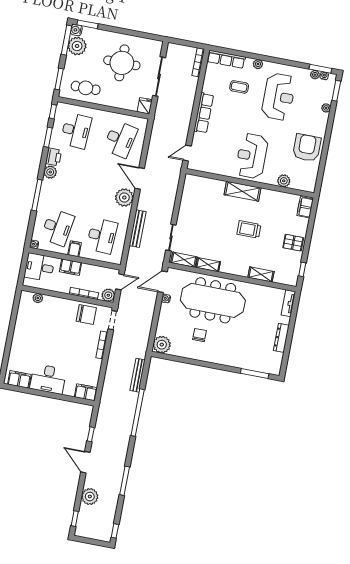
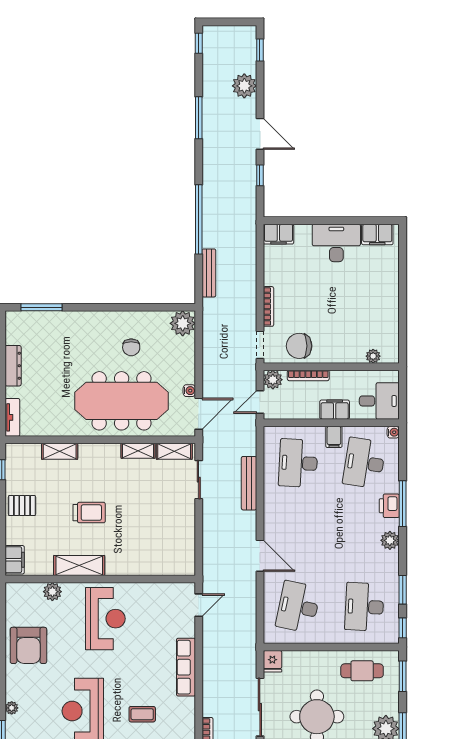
printer: (53, 157) -> (389, 506), moved
shelving: (243, 191) -> (79, 565), moved
plant: (124, 198) -> (277, 524), removed

